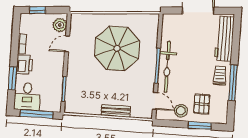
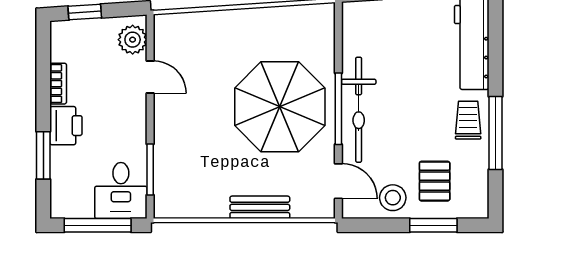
door: (67, 44) -> (150, 77), swing flipped
parasol: (117, 48) -> (280, 107), moved
desk: (27, 96) -> (121, 191), moved

